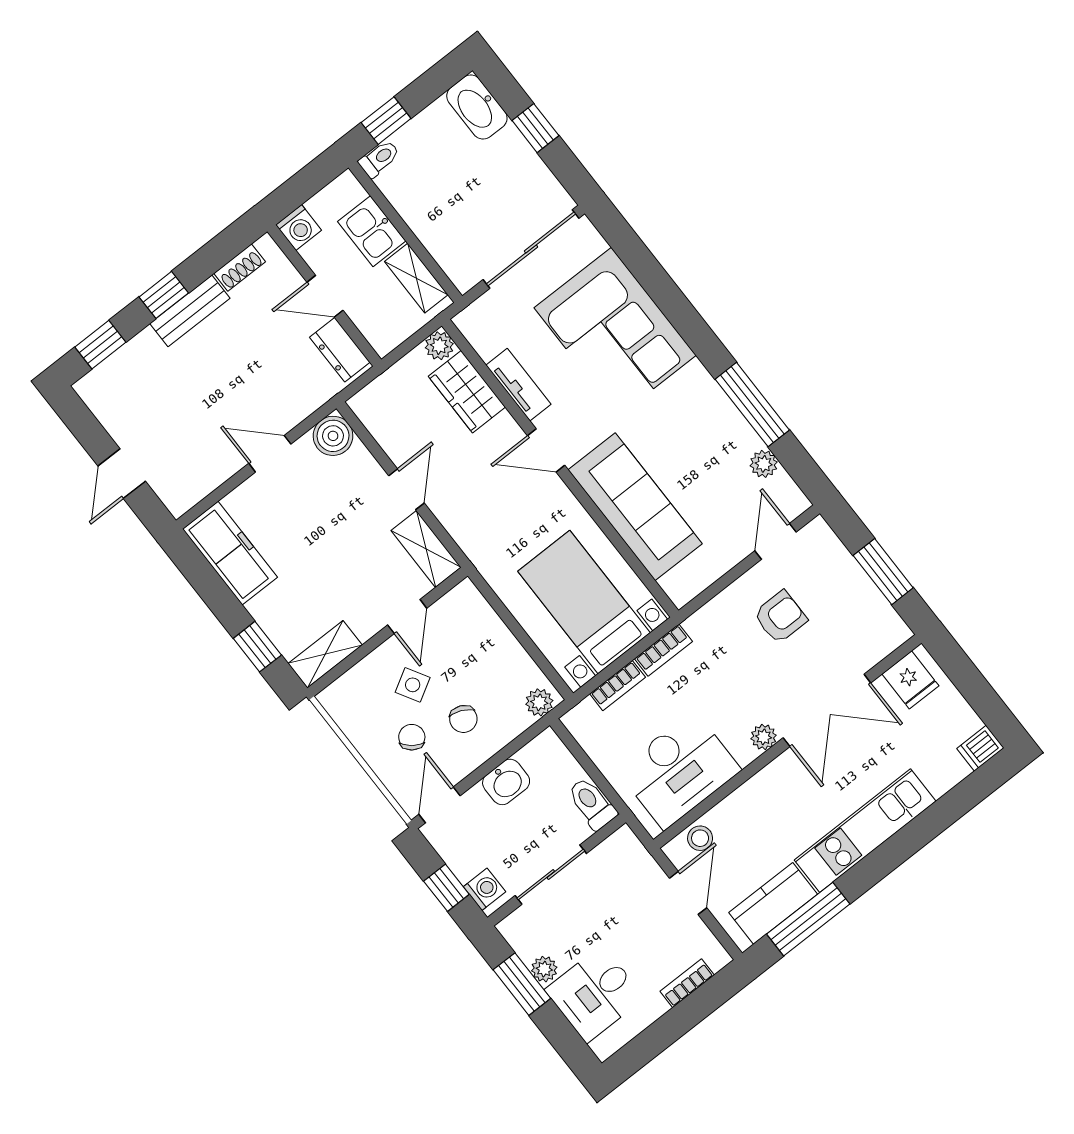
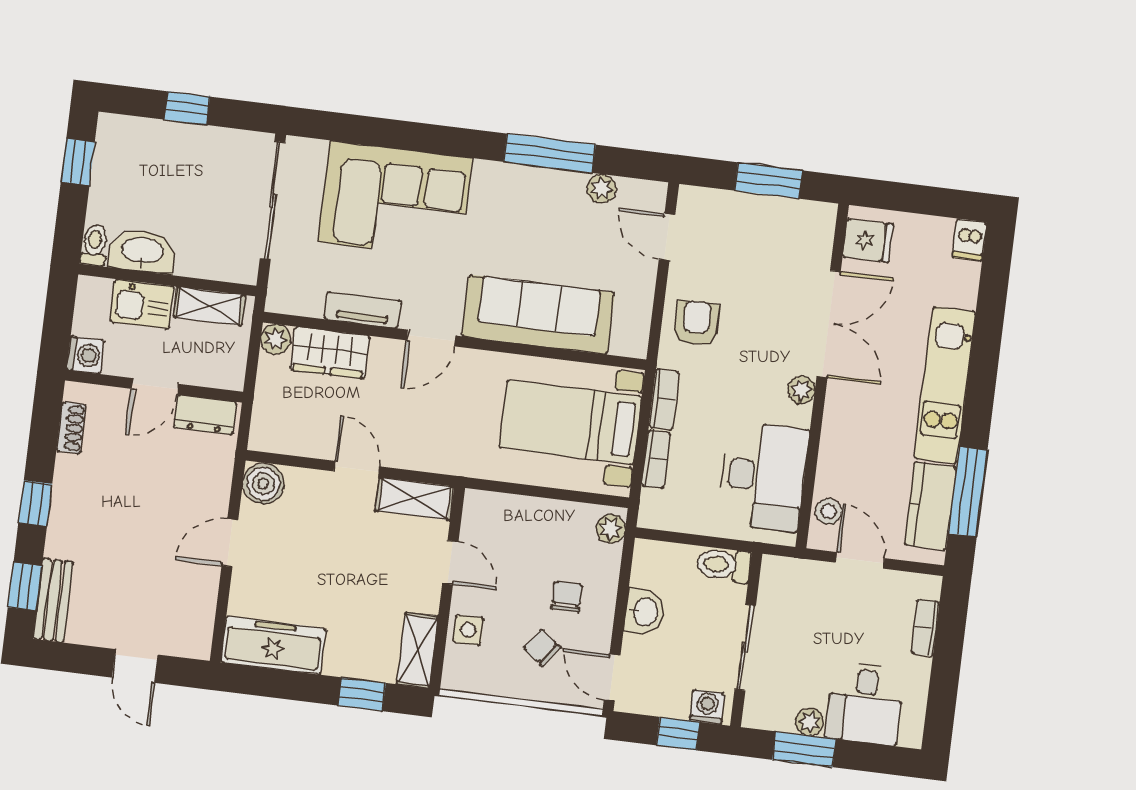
washbasin: (477, 107) -> (142, 251), moved, turned 180
window: (386, 121) -> (78, 162), moved
bench: (190, 311) -> (53, 600), moved
armchair: (780, 617) -> (696, 323), moved
side table: (413, 685) -> (468, 630), moved, turned 30
chair: (463, 719) -> (567, 597), turned -114

